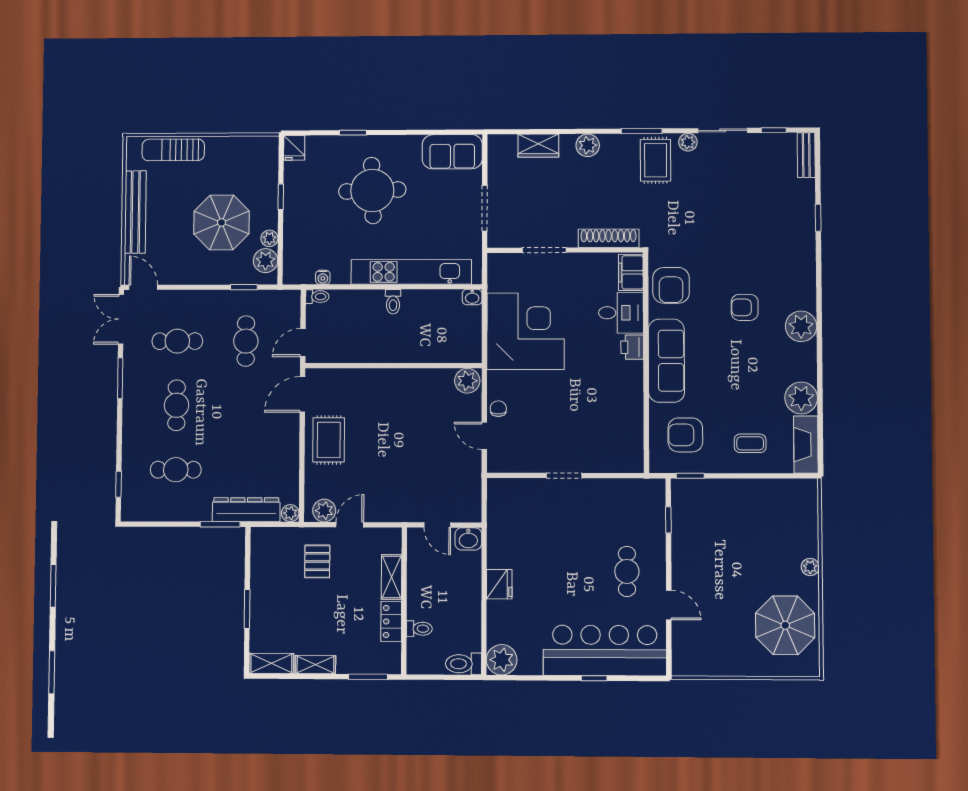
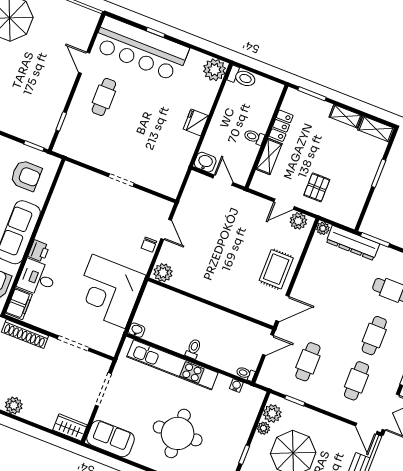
wardrobe: (538, 146) -> (70, 427), moved
cafe table: (177, 341) -> (357, 381), turned 90
toilet: (419, 629) -> (254, 137), moved

